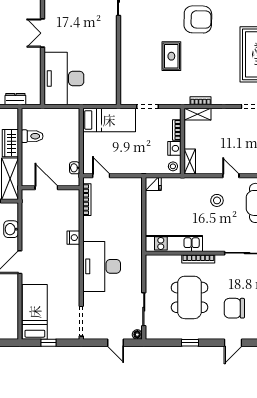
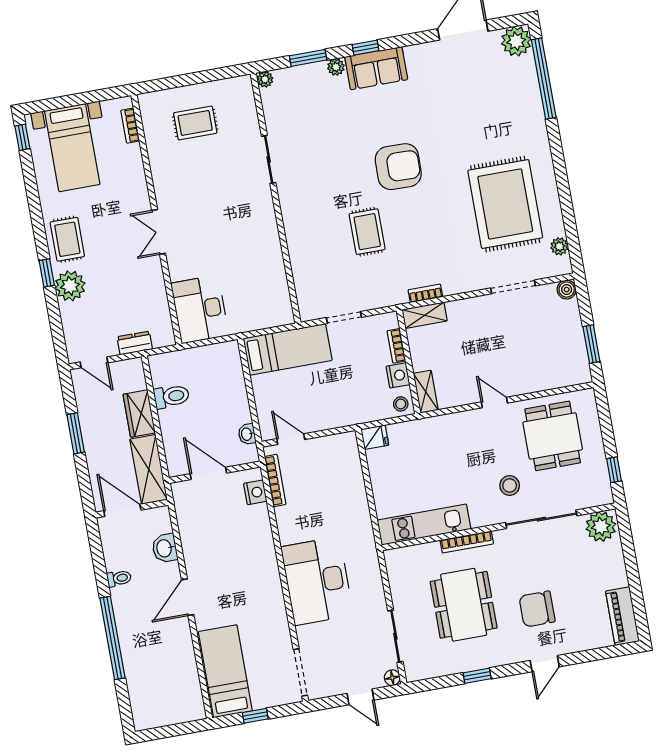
desk: (64, 78) -> (200, 309), width x0.73, depth x0.77
stool: (217, 200) -> (510, 485), moved
nightstand: (73, 238) -> (255, 492), moved

